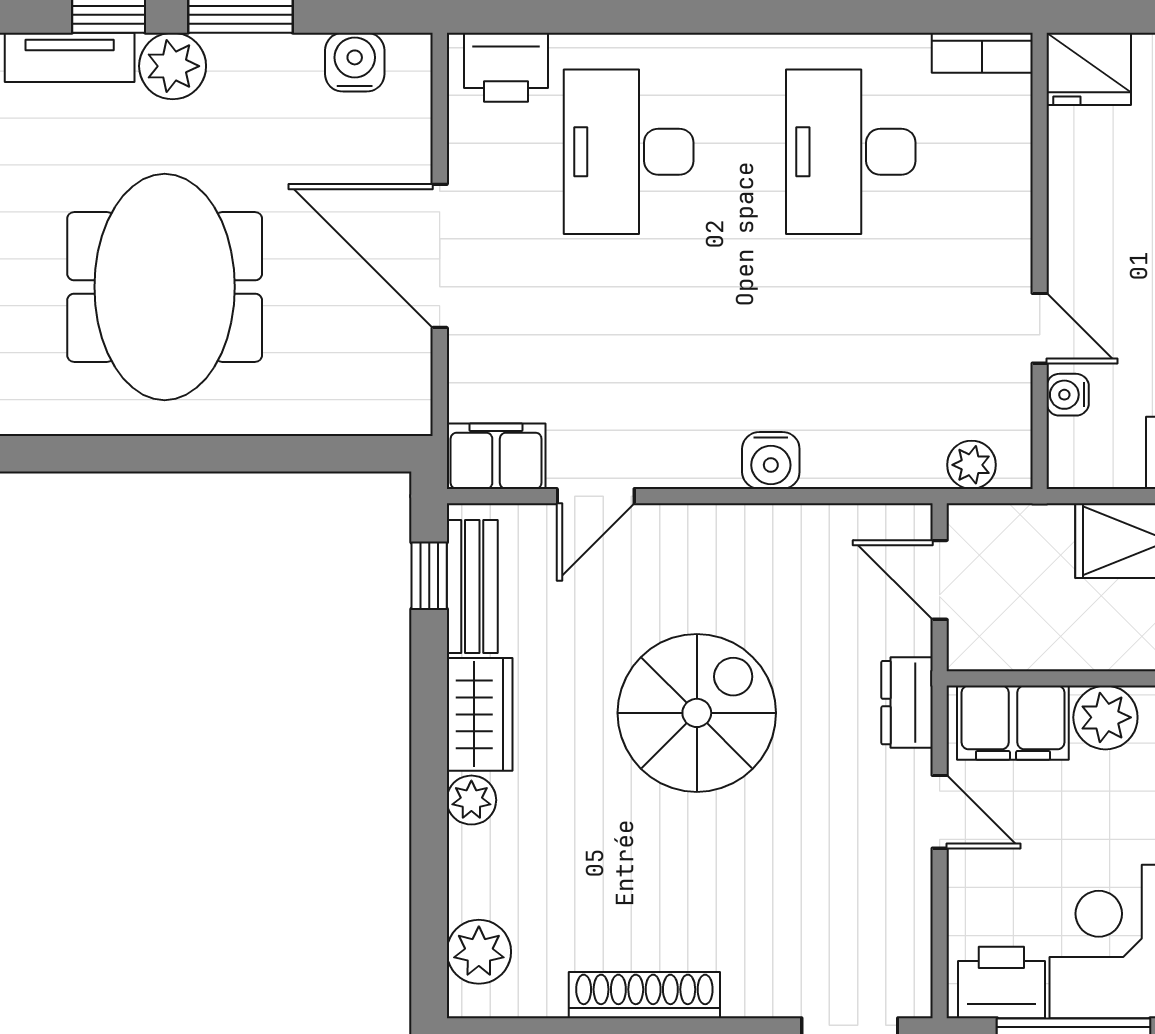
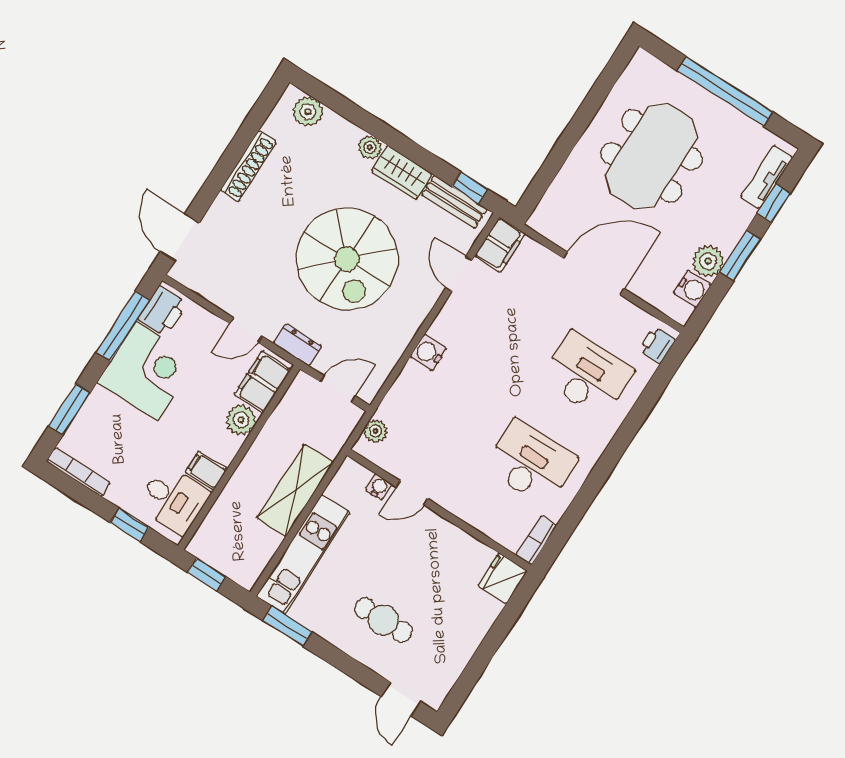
plant: (173, 66) -> (708, 261), moved
printer: (506, 67) -> (657, 345), width x0.73, depth x0.81
meeting table: (165, 287) -> (651, 156), turned 90
spiral stairs: (697, 713) -> (347, 259), width x1.37, depth x1.37

